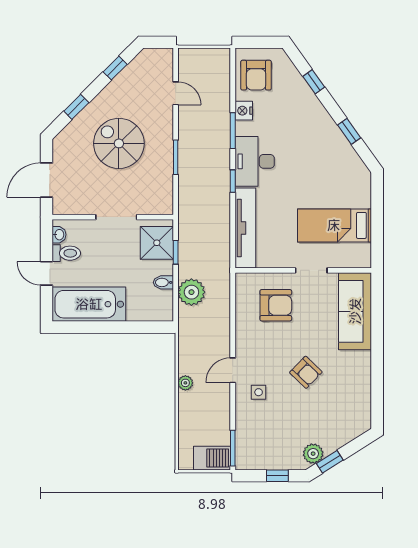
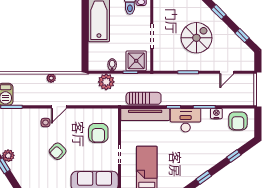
armchair: (256, 75) -> (238, 121), turned -90
sun lounger: (219, 231) -> (144, 98), added
door: (233, 370) -> (59, 107), swing flipped

